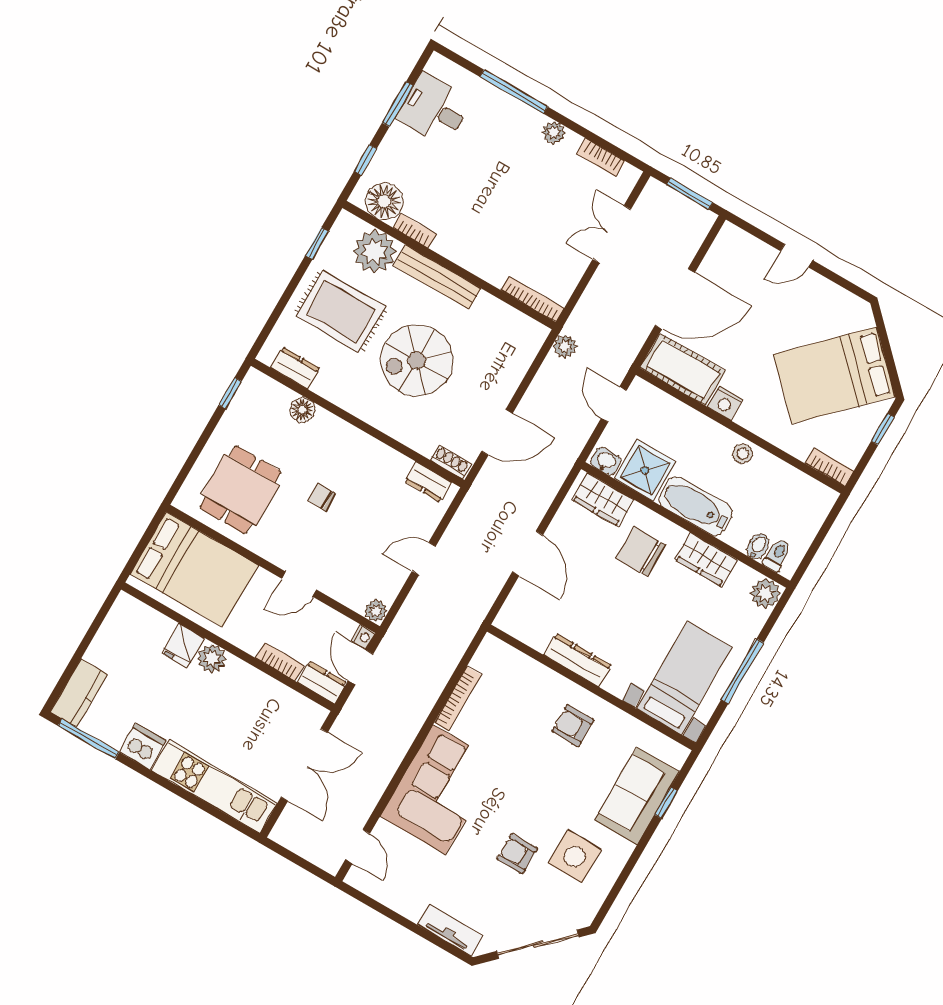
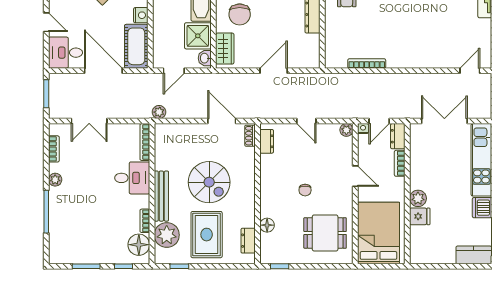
desk: (434, 109) -> (132, 178), moved, turned -90
desk: (735, 258) -> (66, 53), added
corner sofa: (439, 790) -> (418, 46), removed

